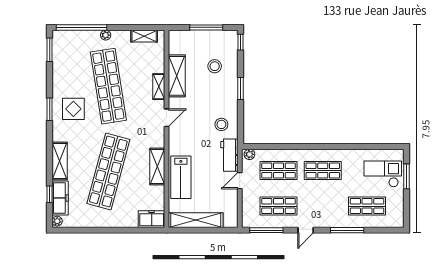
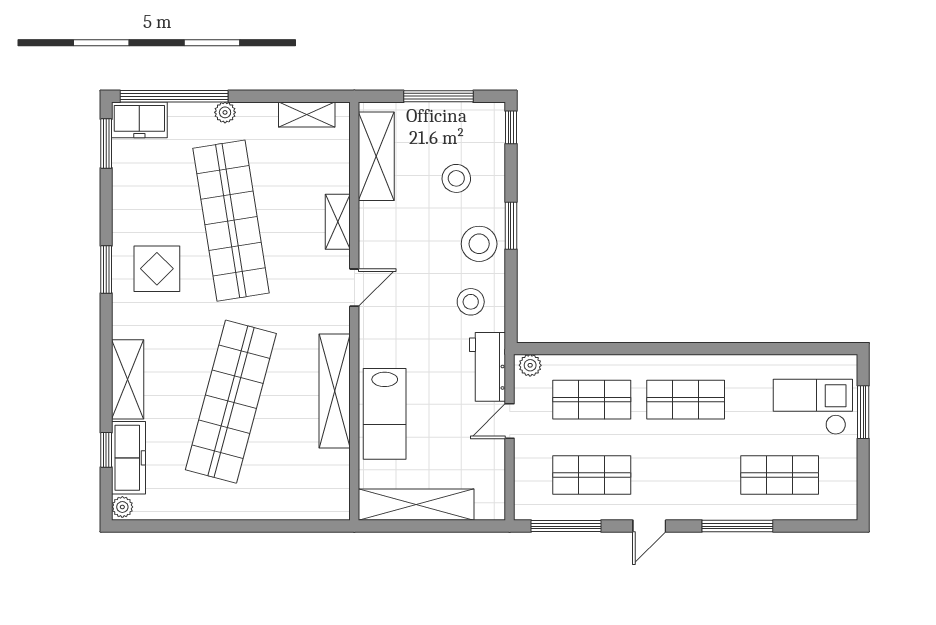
shelving: (177, 76) -> (376, 156), moved
stool: (225, 97) -> (479, 244), added
shelving: (157, 166) -> (335, 391), width x1.47
freezer: (152, 219) -> (139, 120), moved, turned 180

